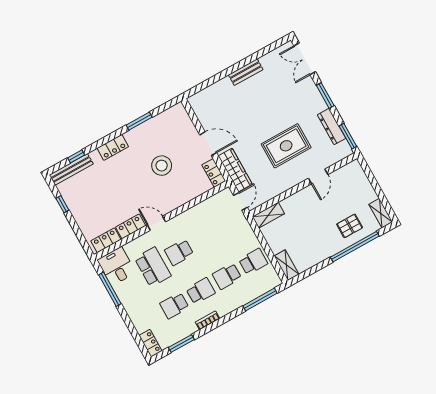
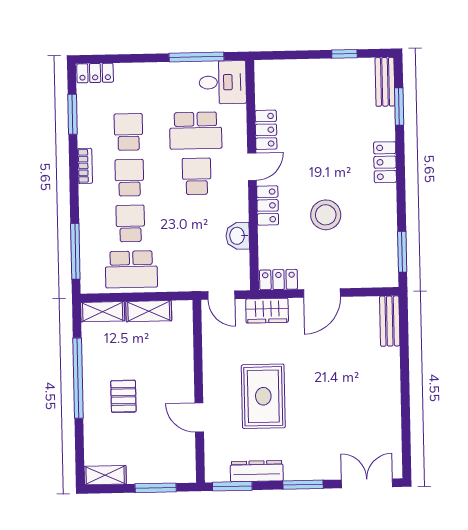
bench: (246, 72) -> (390, 321), moved
window: (139, 121) -> (402, 252), moved
window: (76, 156) -> (399, 106), width x1.50
bench: (71, 169) -> (385, 82), width x0.73
wardrobe: (235, 170) -> (267, 311), width x0.67
window: (372, 180) -> (156, 488), added
washbasin: (201, 210) -> (238, 236), added
shelving: (268, 215) -> (149, 311), moved, turned 90
pallet: (350, 226) -> (123, 396), moved
locker: (106, 240) -> (268, 205), moved
window: (355, 247) -> (78, 378), moved
school desk: (253, 262) -> (131, 269), width x1.85
school desk: (201, 291) -> (129, 178), turned 180

